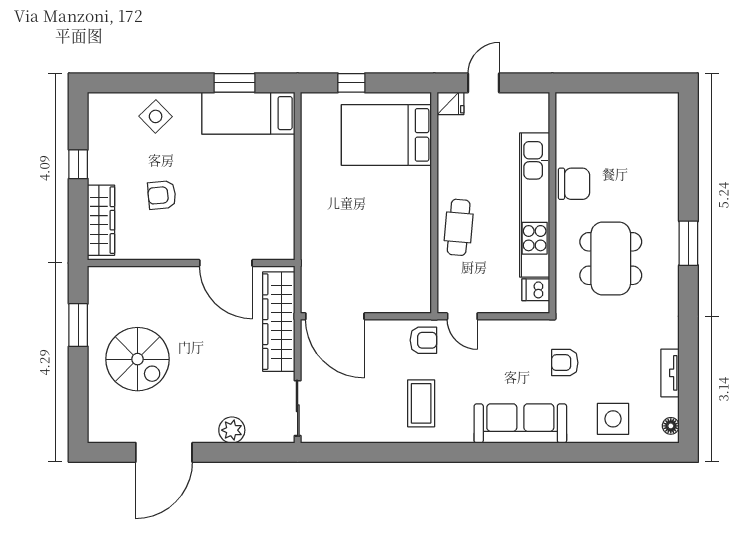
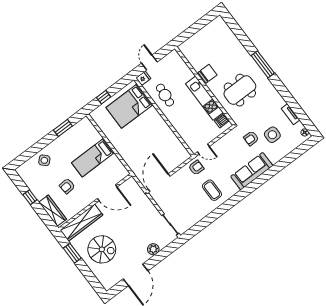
bed: (248, 113) -> (93, 158), moved
kitchen unit: (535, 205) -> (204, 98), width x0.73
cafe table: (459, 227) -> (165, 95), moved
window: (688, 243) -> (263, 64), width x1.44
dining table: (611, 259) -> (240, 90), turned 90
door: (335, 316) -> (159, 183), swing flipped
wardrobe: (279, 322) -> (81, 223), moved, turned -90
side table: (613, 419) -> (272, 135), moved

